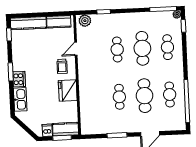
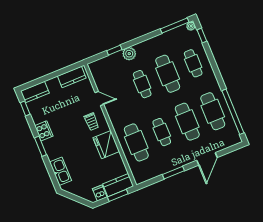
plant: (85, 21) -> (129, 54), moved
kitchen counter: (28, 23) -> (35, 92), width x0.67
door: (76, 49) -> (99, 99), swing flipped
cooker: (19, 79) -> (44, 131), moved
cafe table: (170, 94) -> (213, 111), width x1.37, depth x1.35
cafe table: (94, 98) -> (136, 142), added

